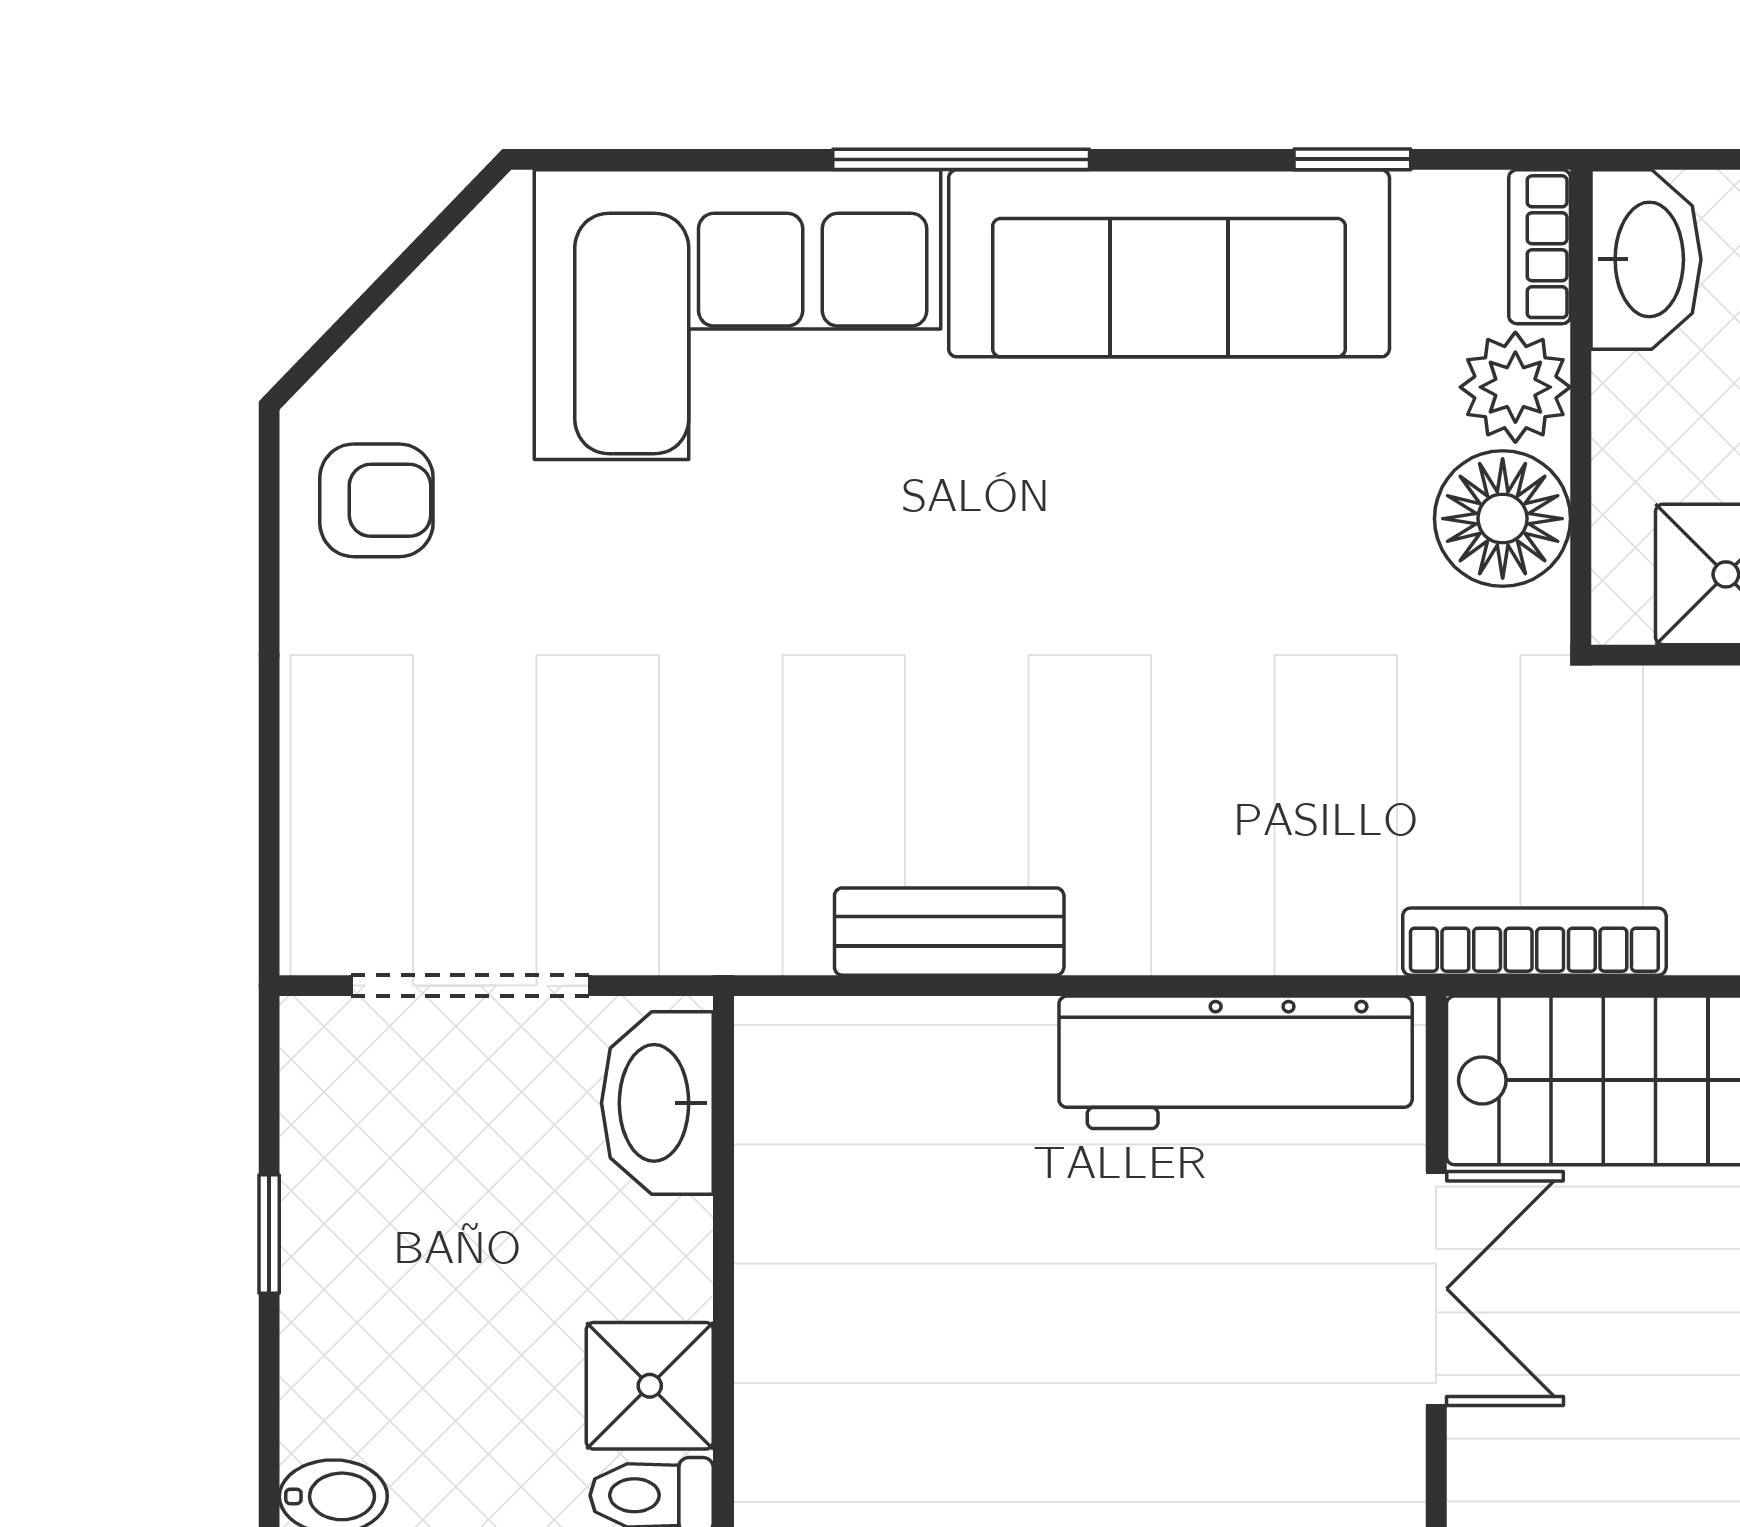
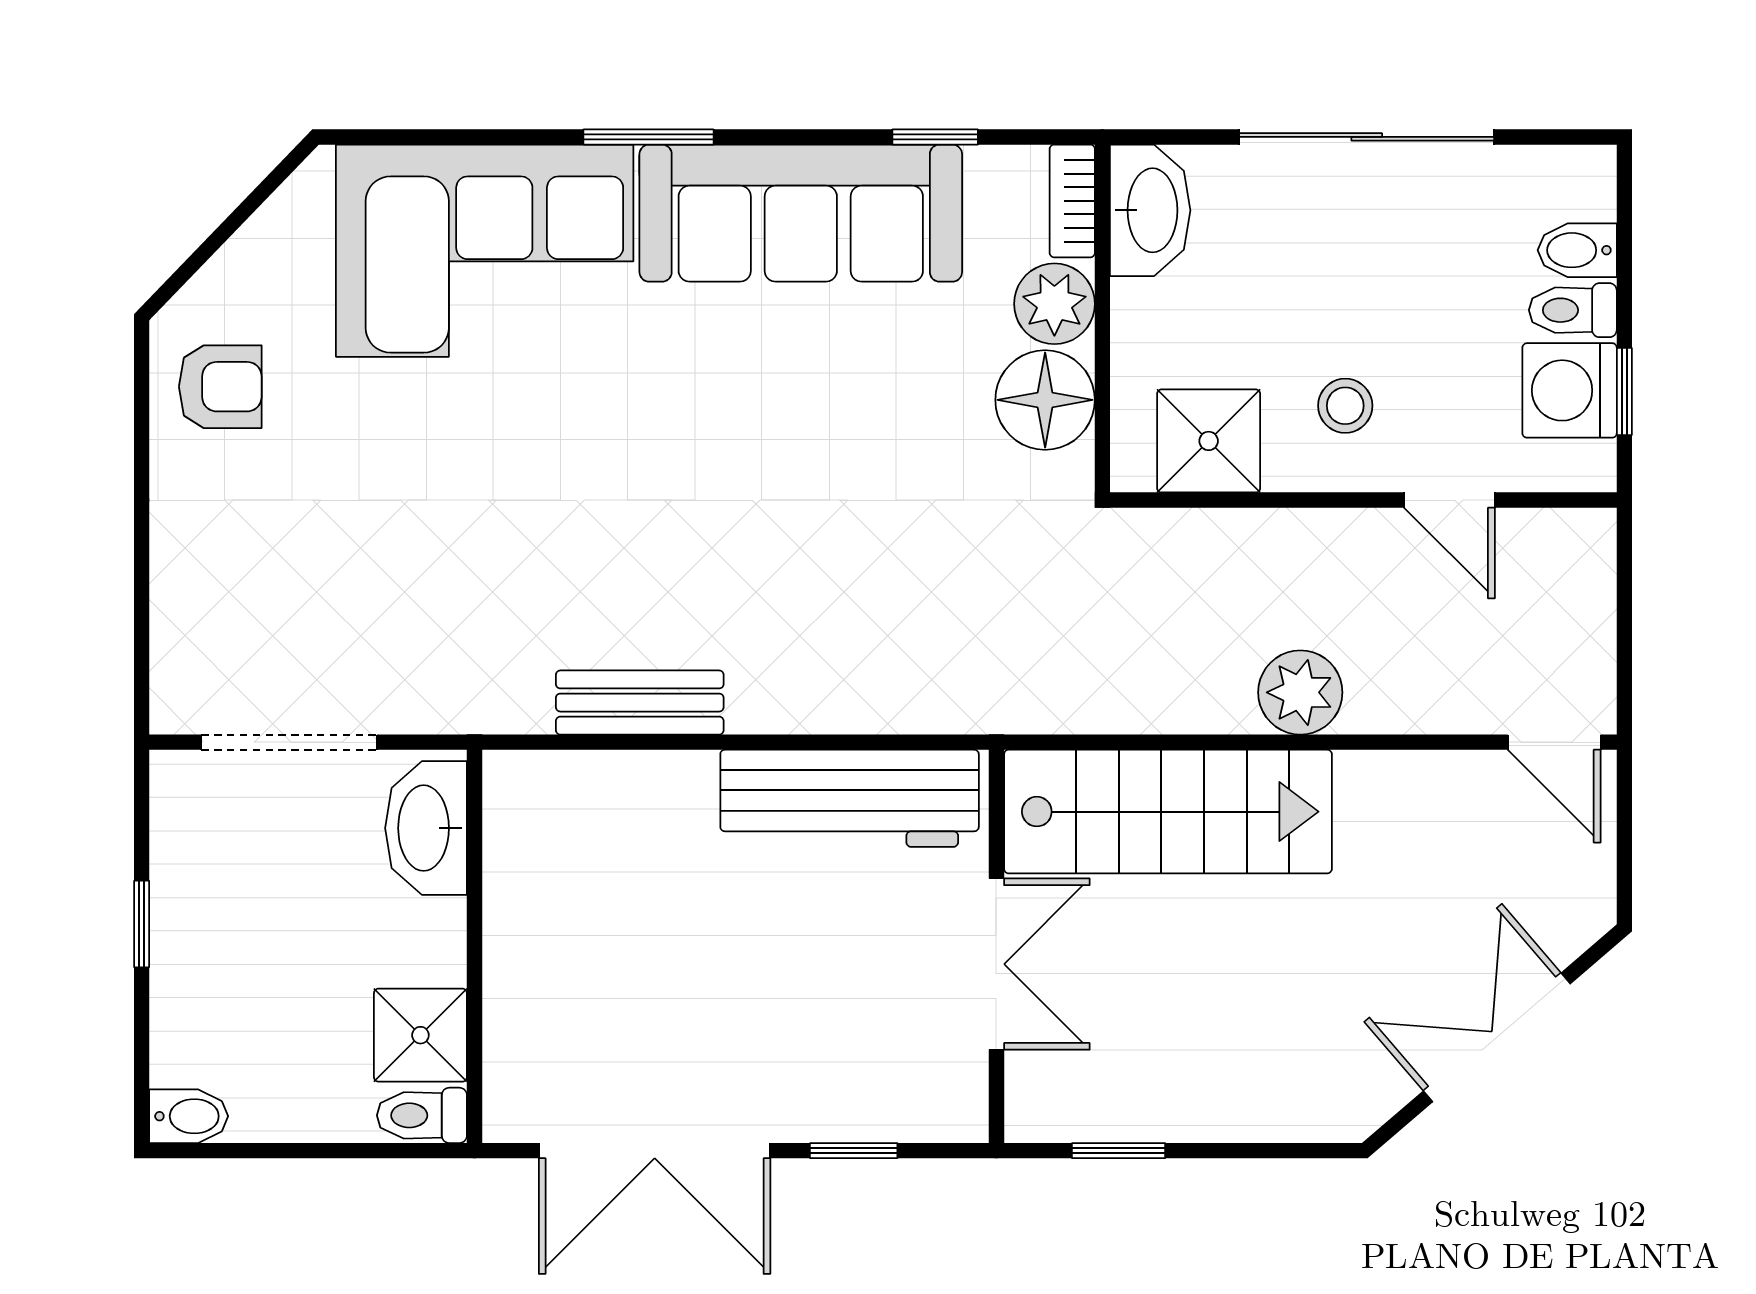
window: (961, 159) -> (648, 137), width x0.69
bookcase: (1534, 942) -> (1068, 710), removed

